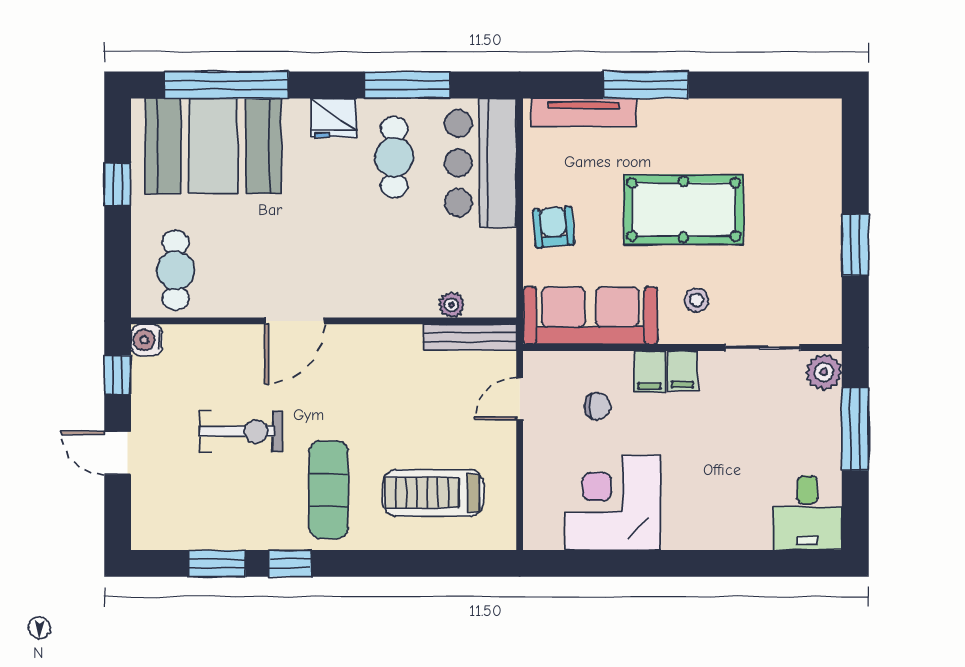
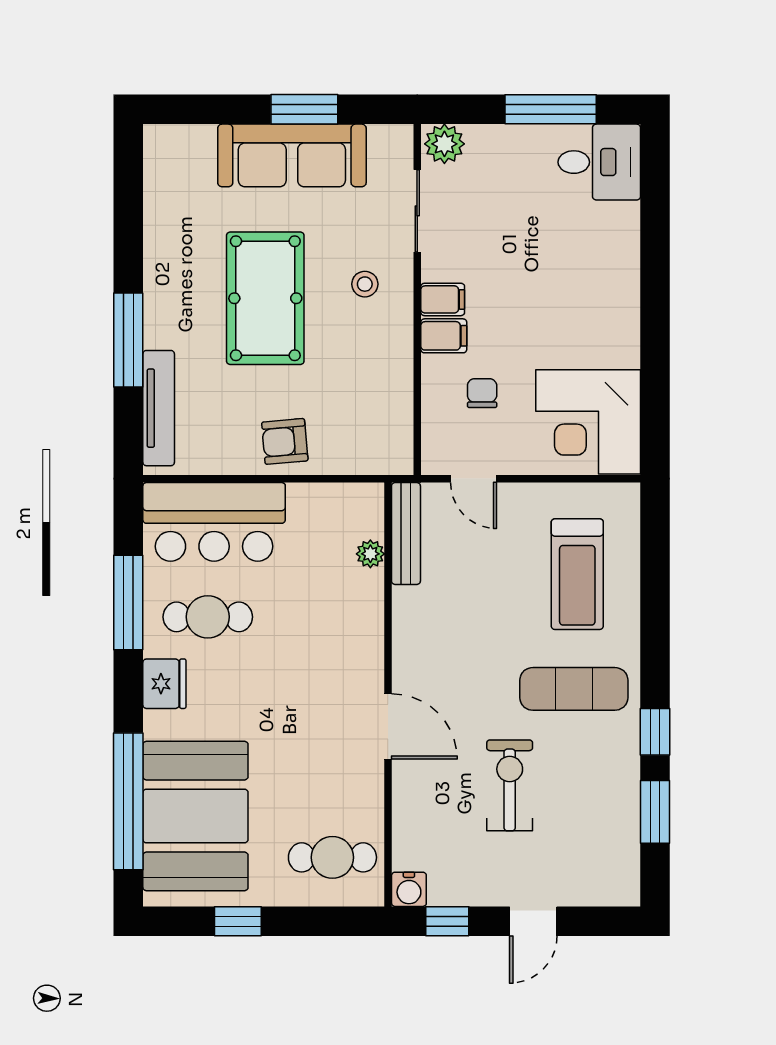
sofa: (590, 316) -> (292, 155), moved, turned -90
window: (855, 429) -> (551, 109), moved
corner desk: (613, 503) -> (588, 422), moved

